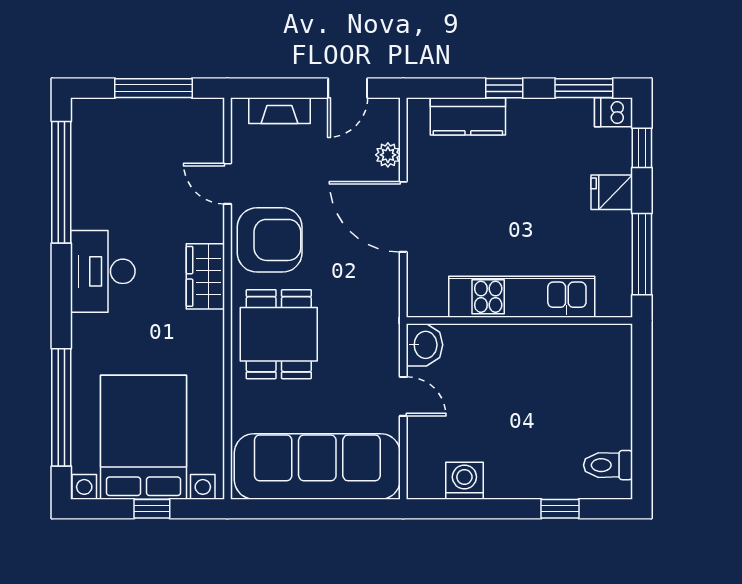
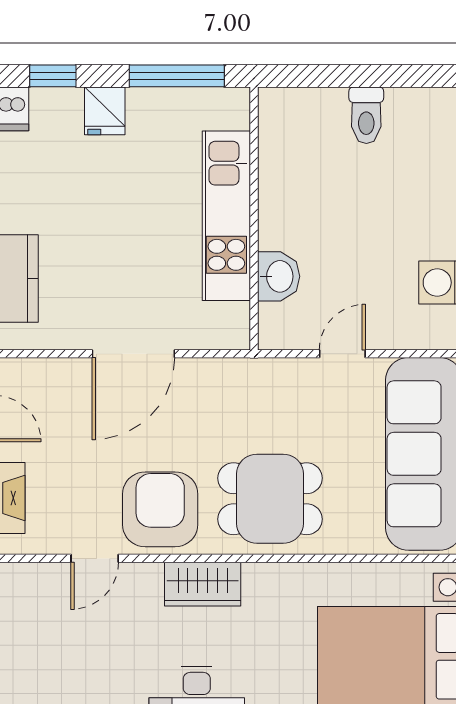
plant: (388, 155) -> (61, 372), removed
washbasin: (425, 345) -> (279, 276), moved, turned 90
toilet: (608, 465) -> (366, 115), moved

